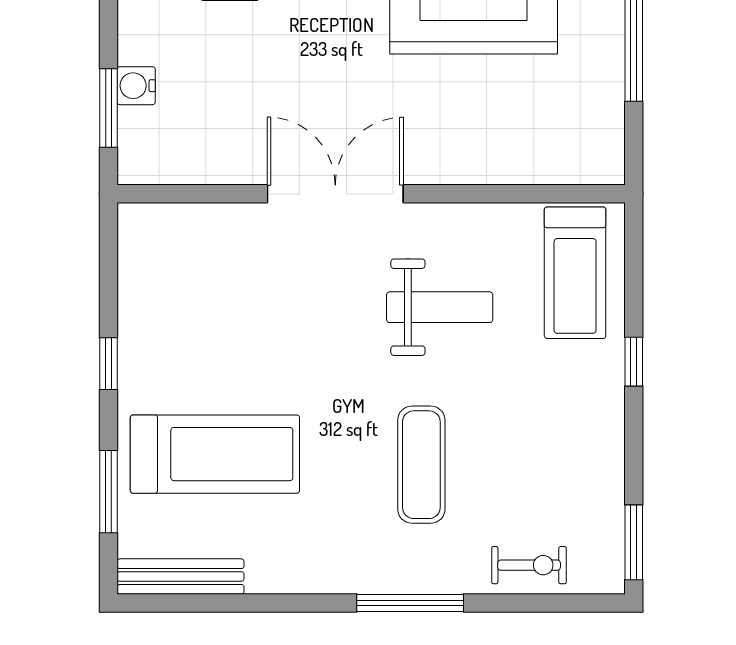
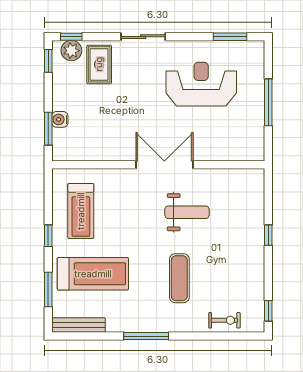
double door: (335, 194) -> (164, 165), moved
treadmill: (575, 273) -> (81, 211), moved
window: (634, 542) -> (268, 311), width x0.67
window: (410, 603) -> (146, 336), moved

